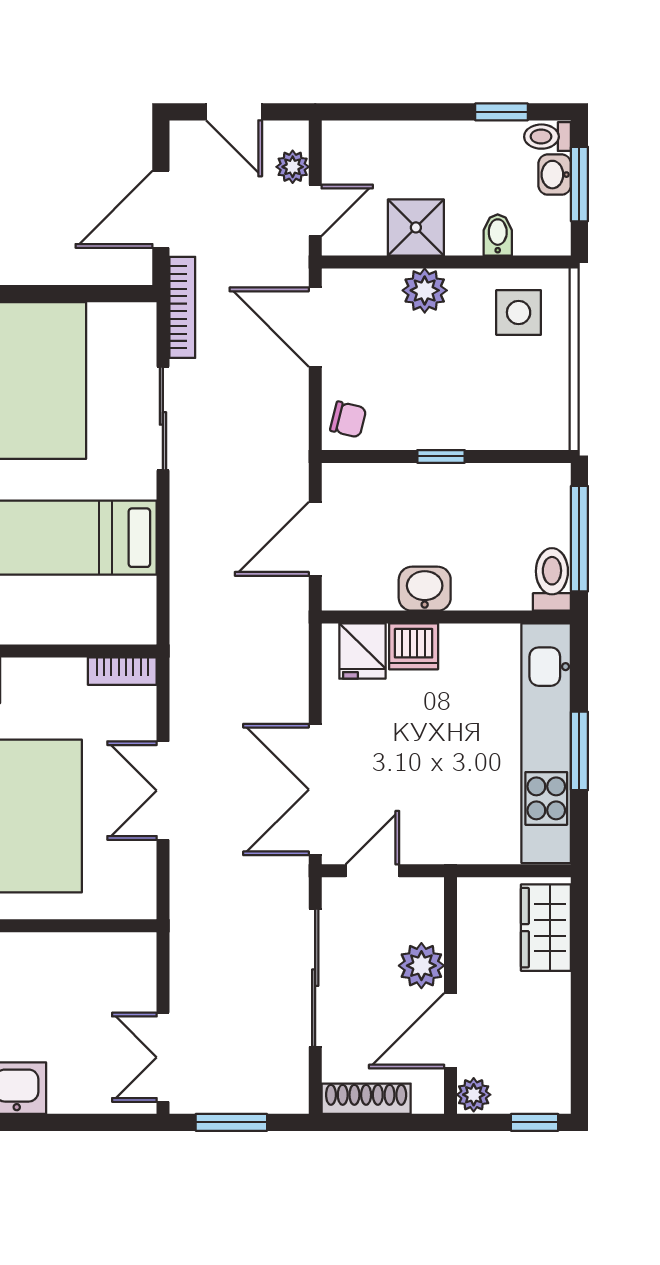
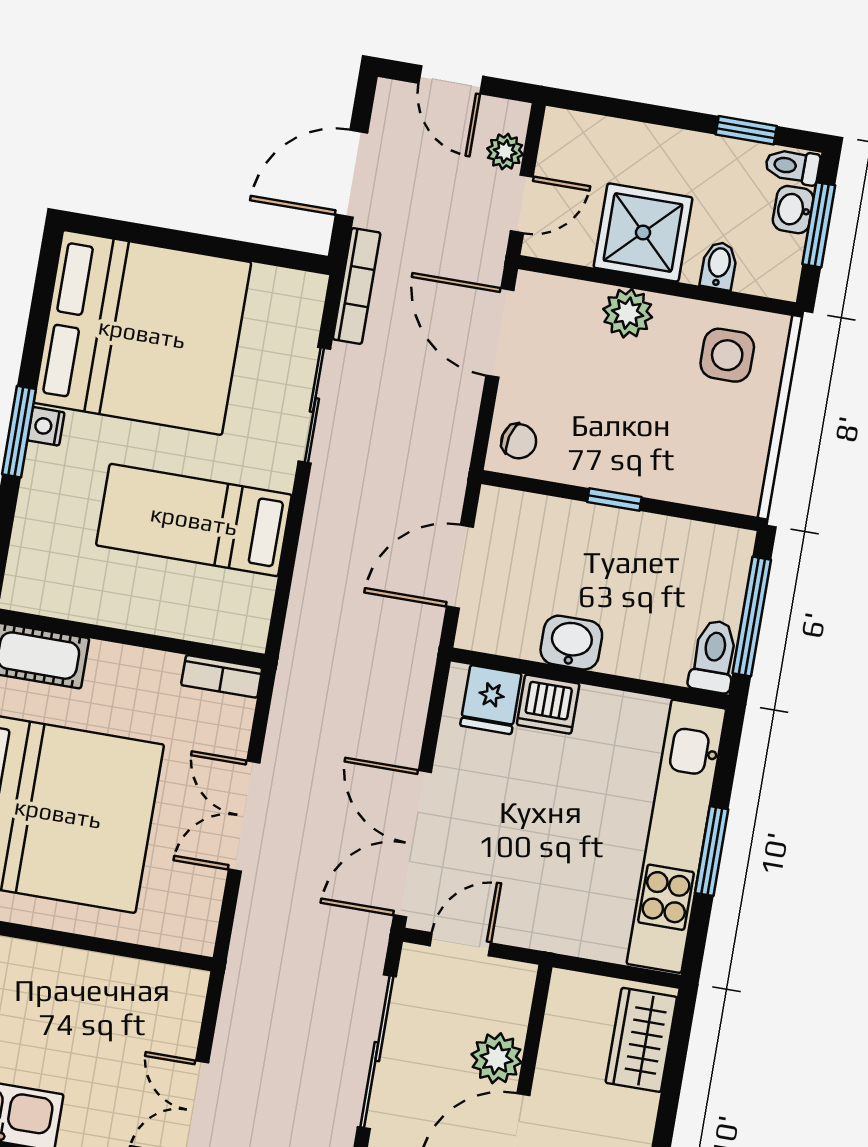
shower: (416, 227) -> (643, 232), width x1.36, depth x1.36

